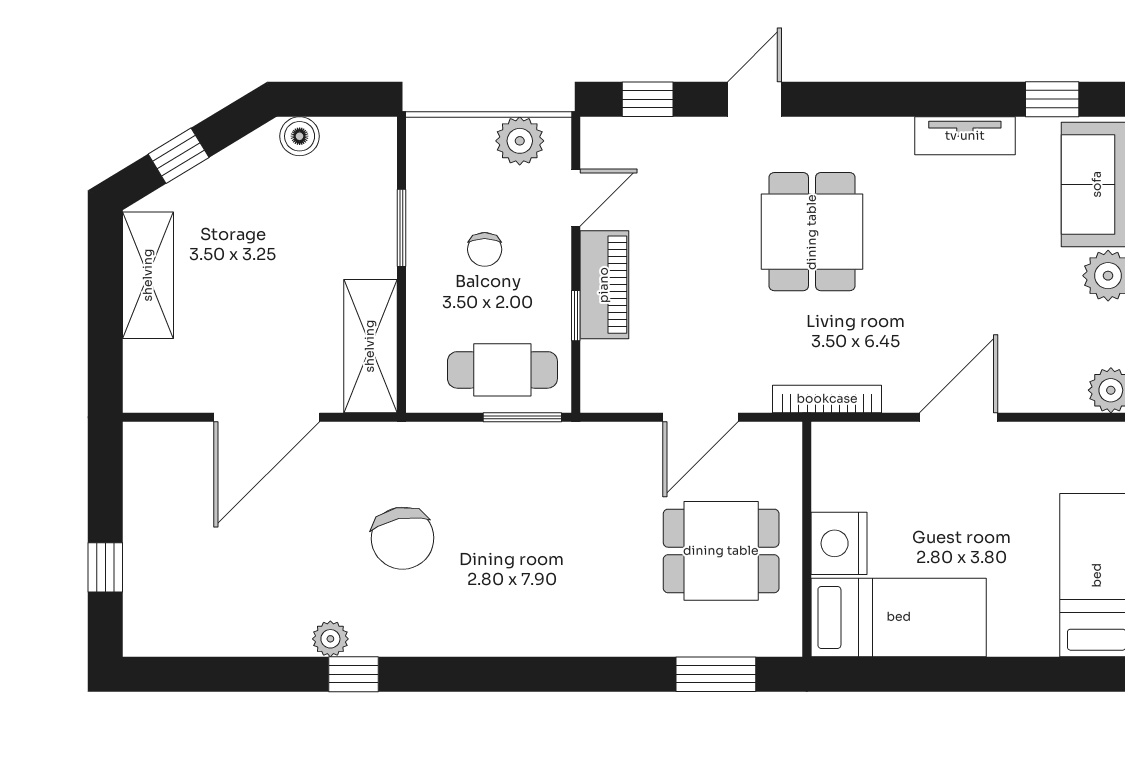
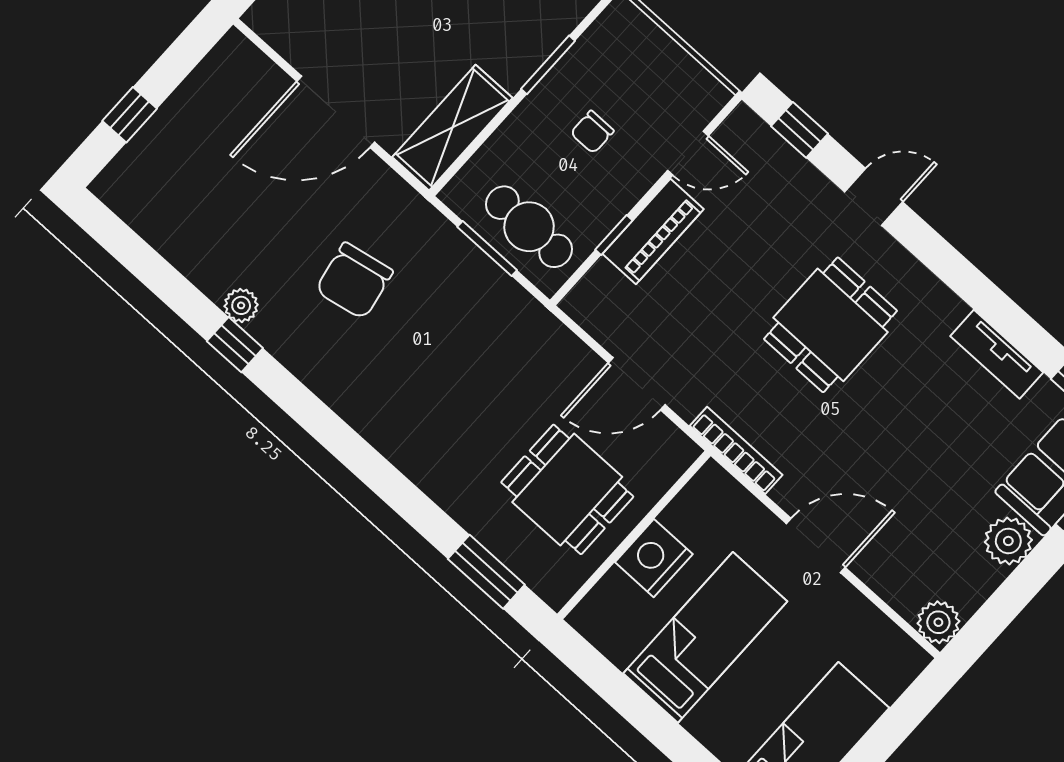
plant: (520, 141) -> (685, 79), removed
window: (522, 417) -> (487, 249), moved
bed: (899, 617) -> (705, 637), moved, turned -90

